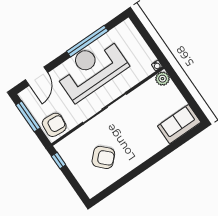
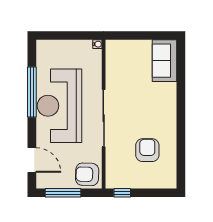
plant: (162, 79) -> (113, 47), removed
armchair: (54, 125) -> (87, 174), turned -93
armchair: (103, 157) -> (147, 150), turned -45

